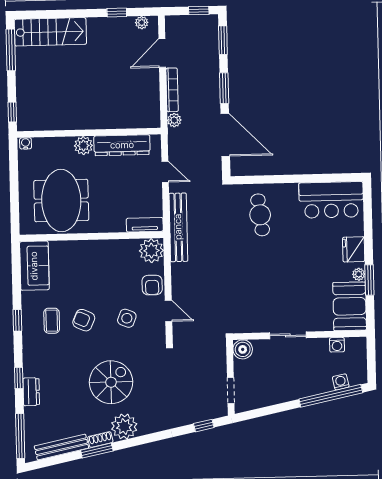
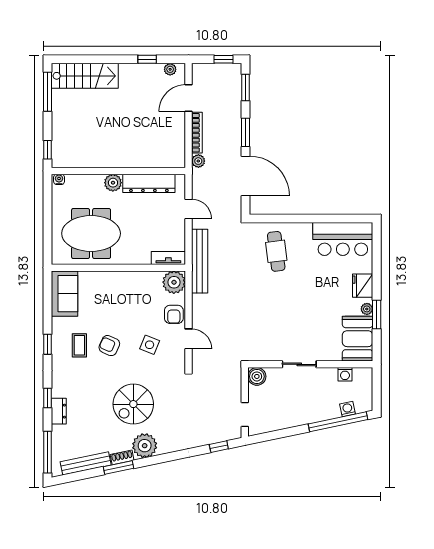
meeting table: (61, 201) -> (91, 233), turned 90
spiral stairs: (111, 382) -> (133, 404), turned 180

